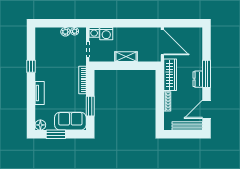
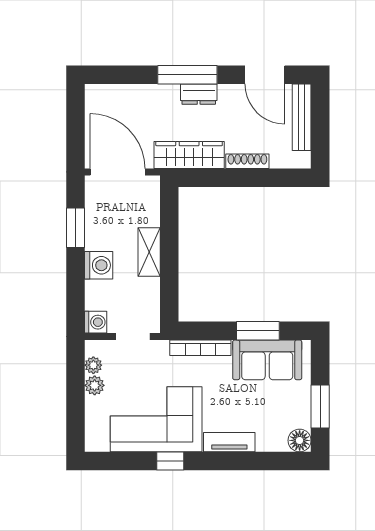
window: (137, 23) -> (76, 228), added
washing machine: (106, 34) -> (99, 265), moved
door: (162, 42) -> (118, 172), hinge flipped
corner sofa: (50, 60) -> (156, 419), added
sofa: (70, 121) -> (267, 360), moved, turned -90

